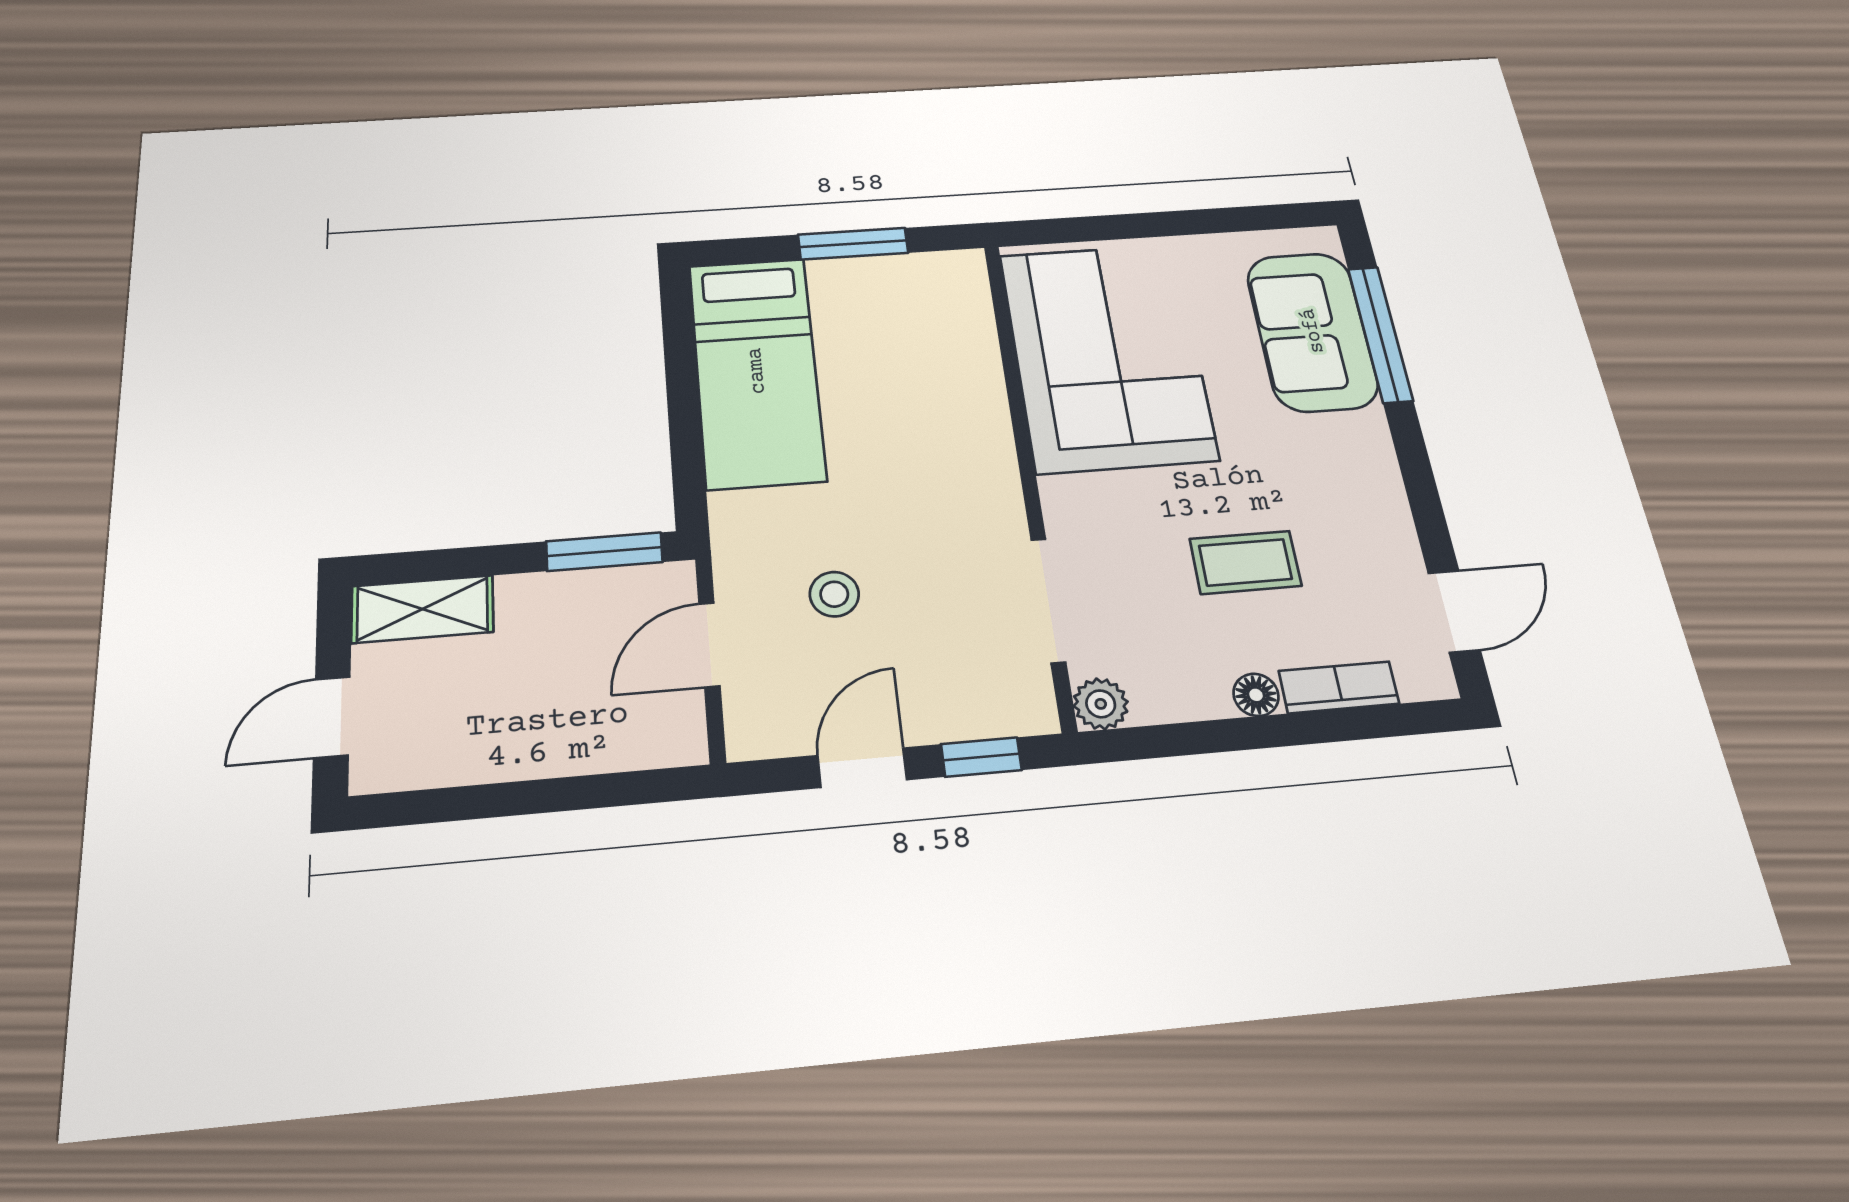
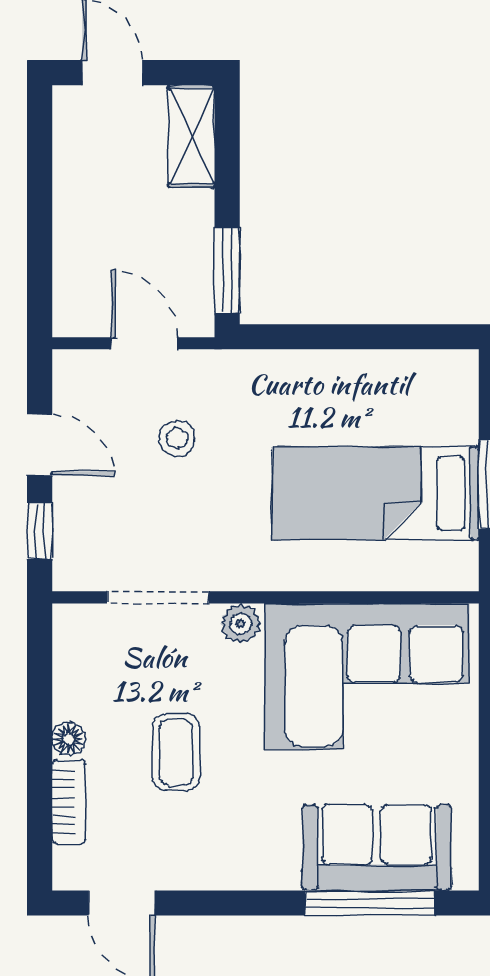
bed: (756, 371) -> (375, 493), moved
plant: (1101, 704) -> (241, 624), moved

